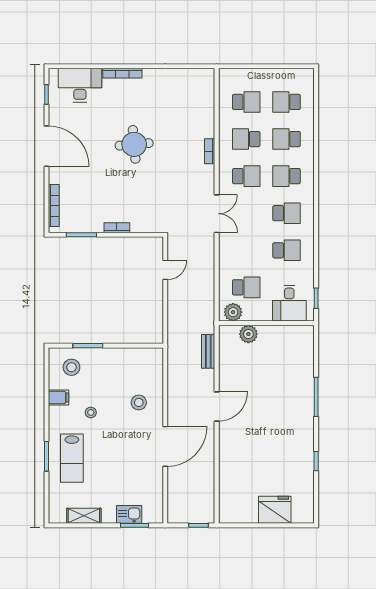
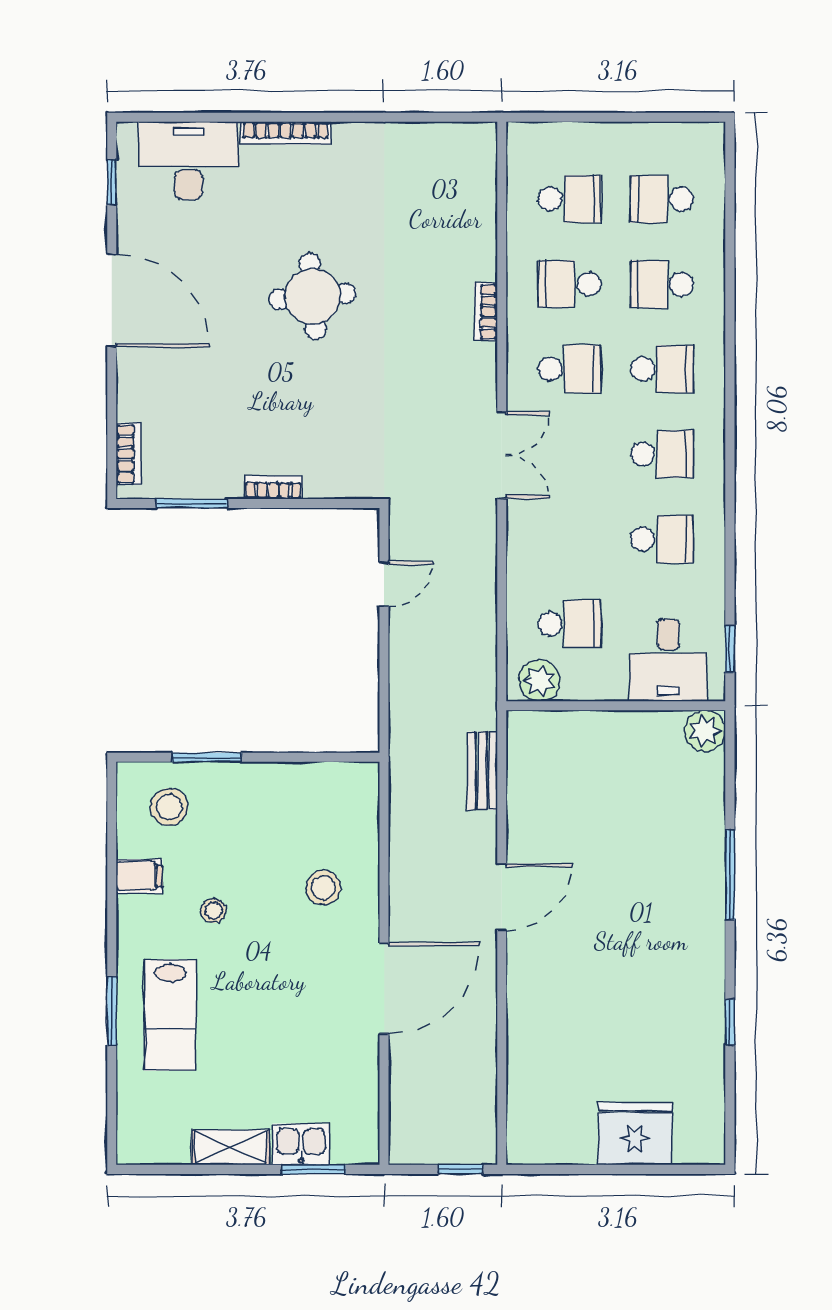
school desk: (287, 176) -> (662, 369), turned 180
bookcase: (54, 206) -> (129, 454), width x0.64
plant: (248, 334) -> (705, 731), moved
shelving: (84, 516) -> (231, 1147), moved

